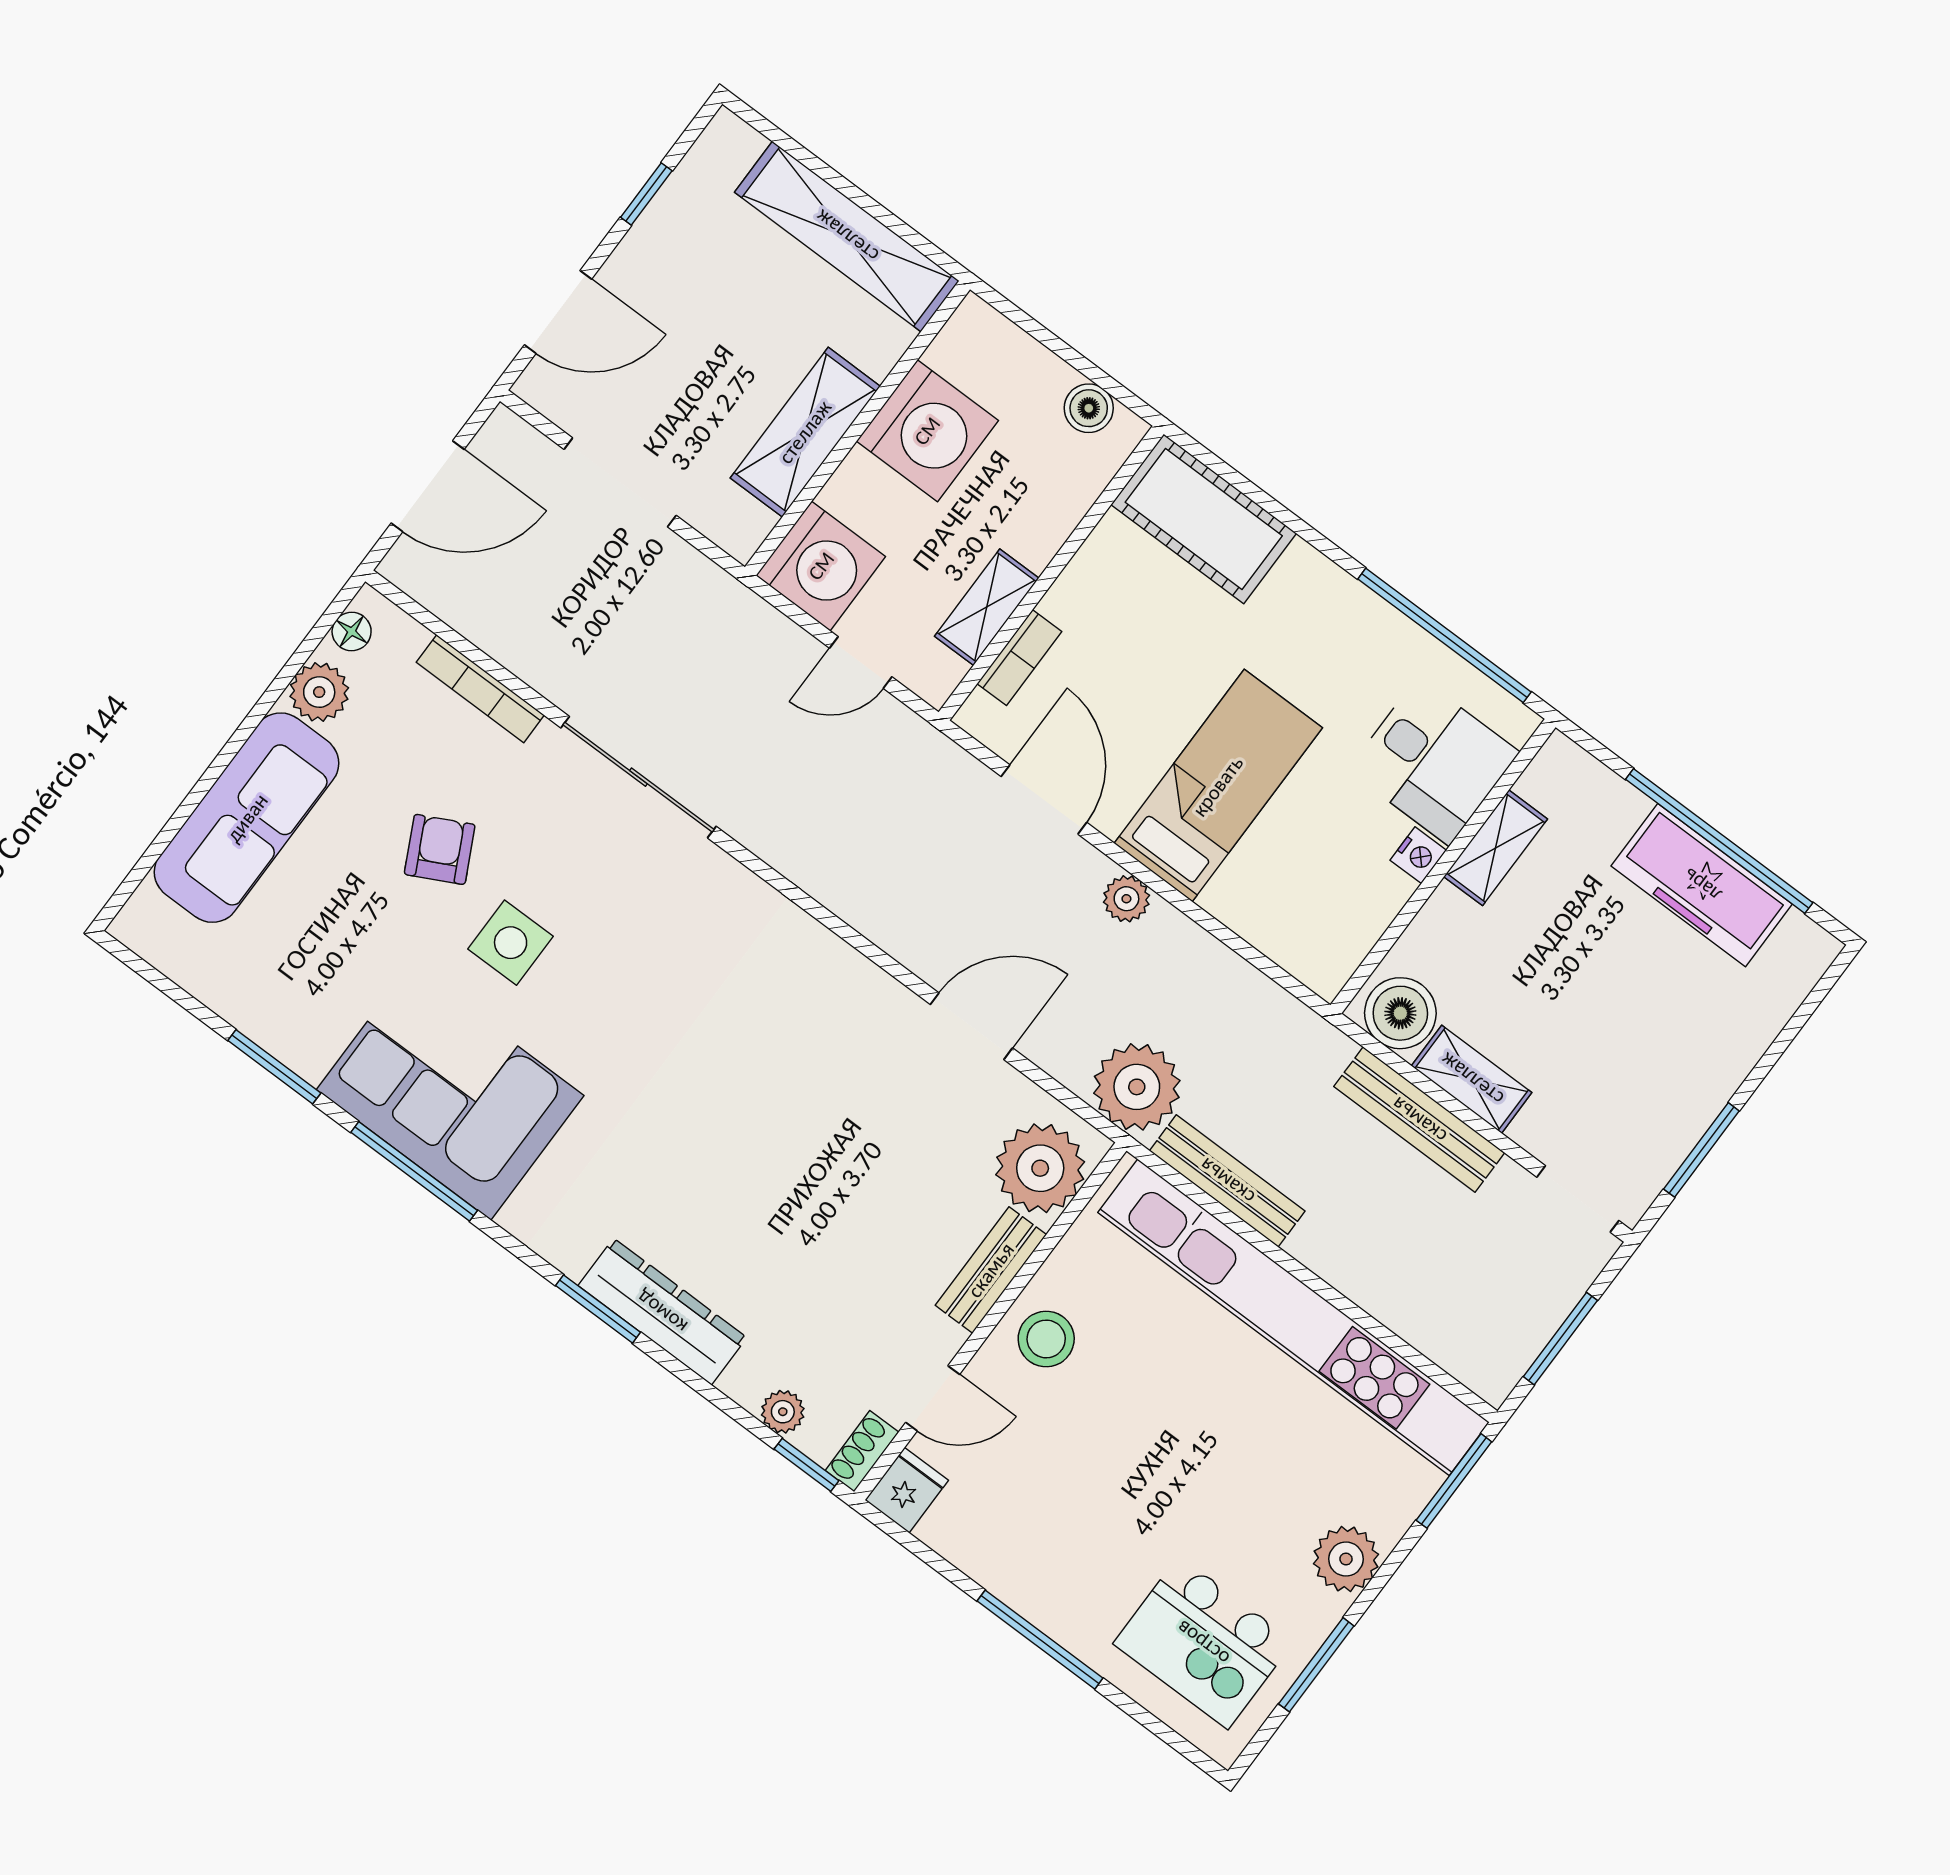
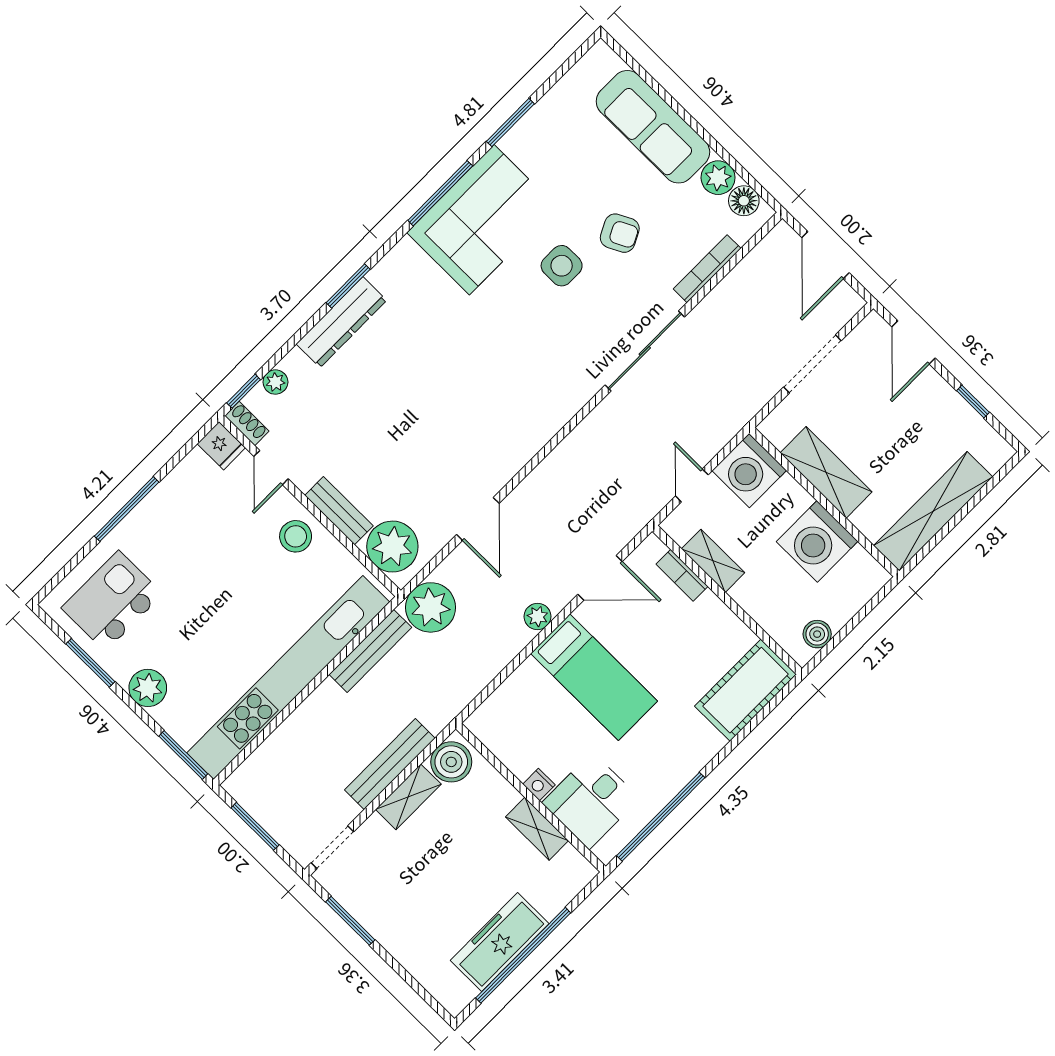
floor lamp: (352, 632) -> (744, 201), width x1.37, depth x1.37

